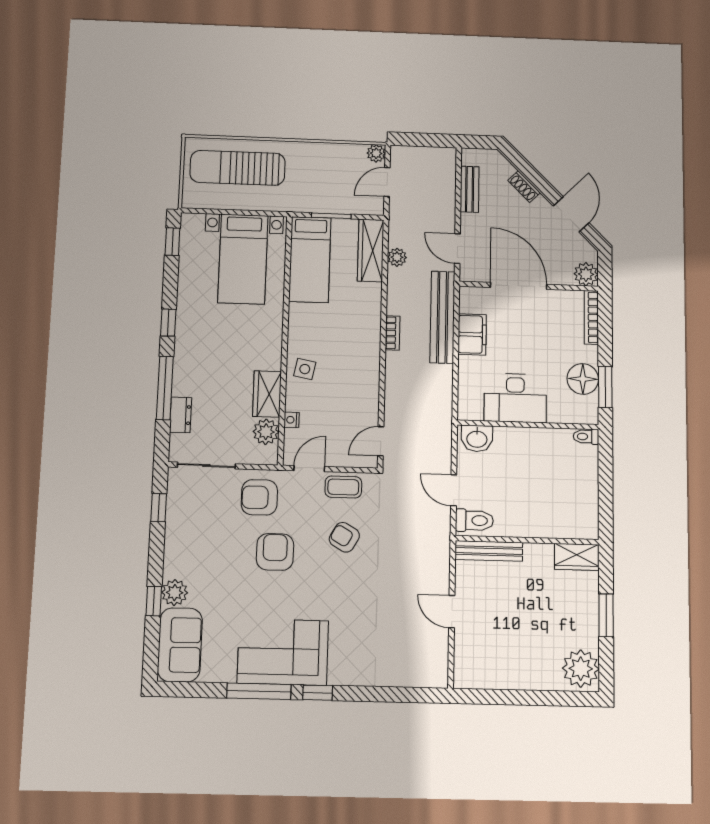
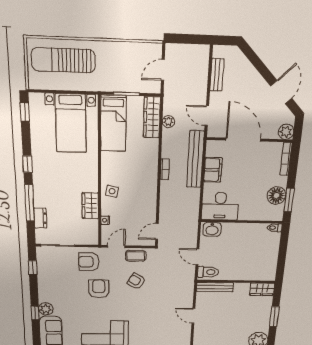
plant: (376, 153) -> (156, 49), removed
shoe rack: (524, 187) -> (253, 73), removed
desk: (515, 398) -> (220, 206), moved
plant: (266, 432) -> (91, 227), removed

